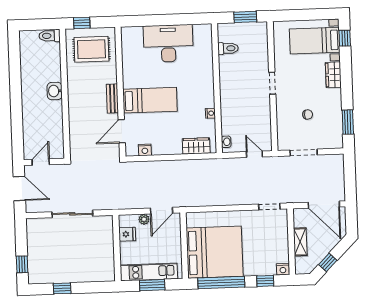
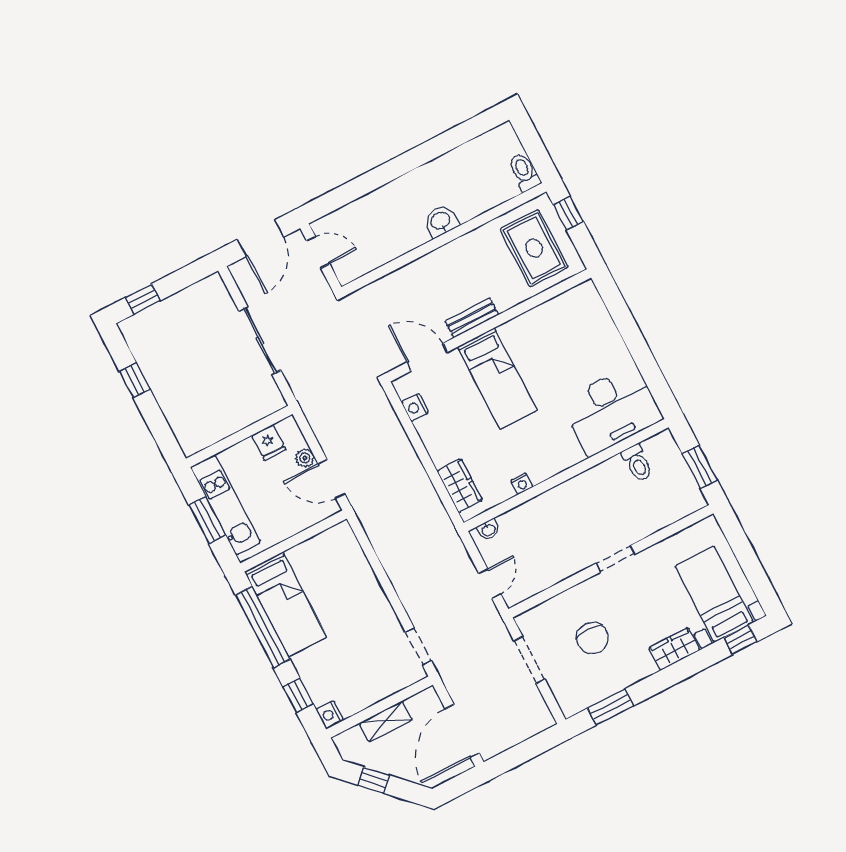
desk: (168, 43) -> (612, 410), moved, turned 90
chair: (308, 115) -> (592, 638), width x1.87, depth x1.87
bed: (215, 252) -> (286, 604), width x0.49

